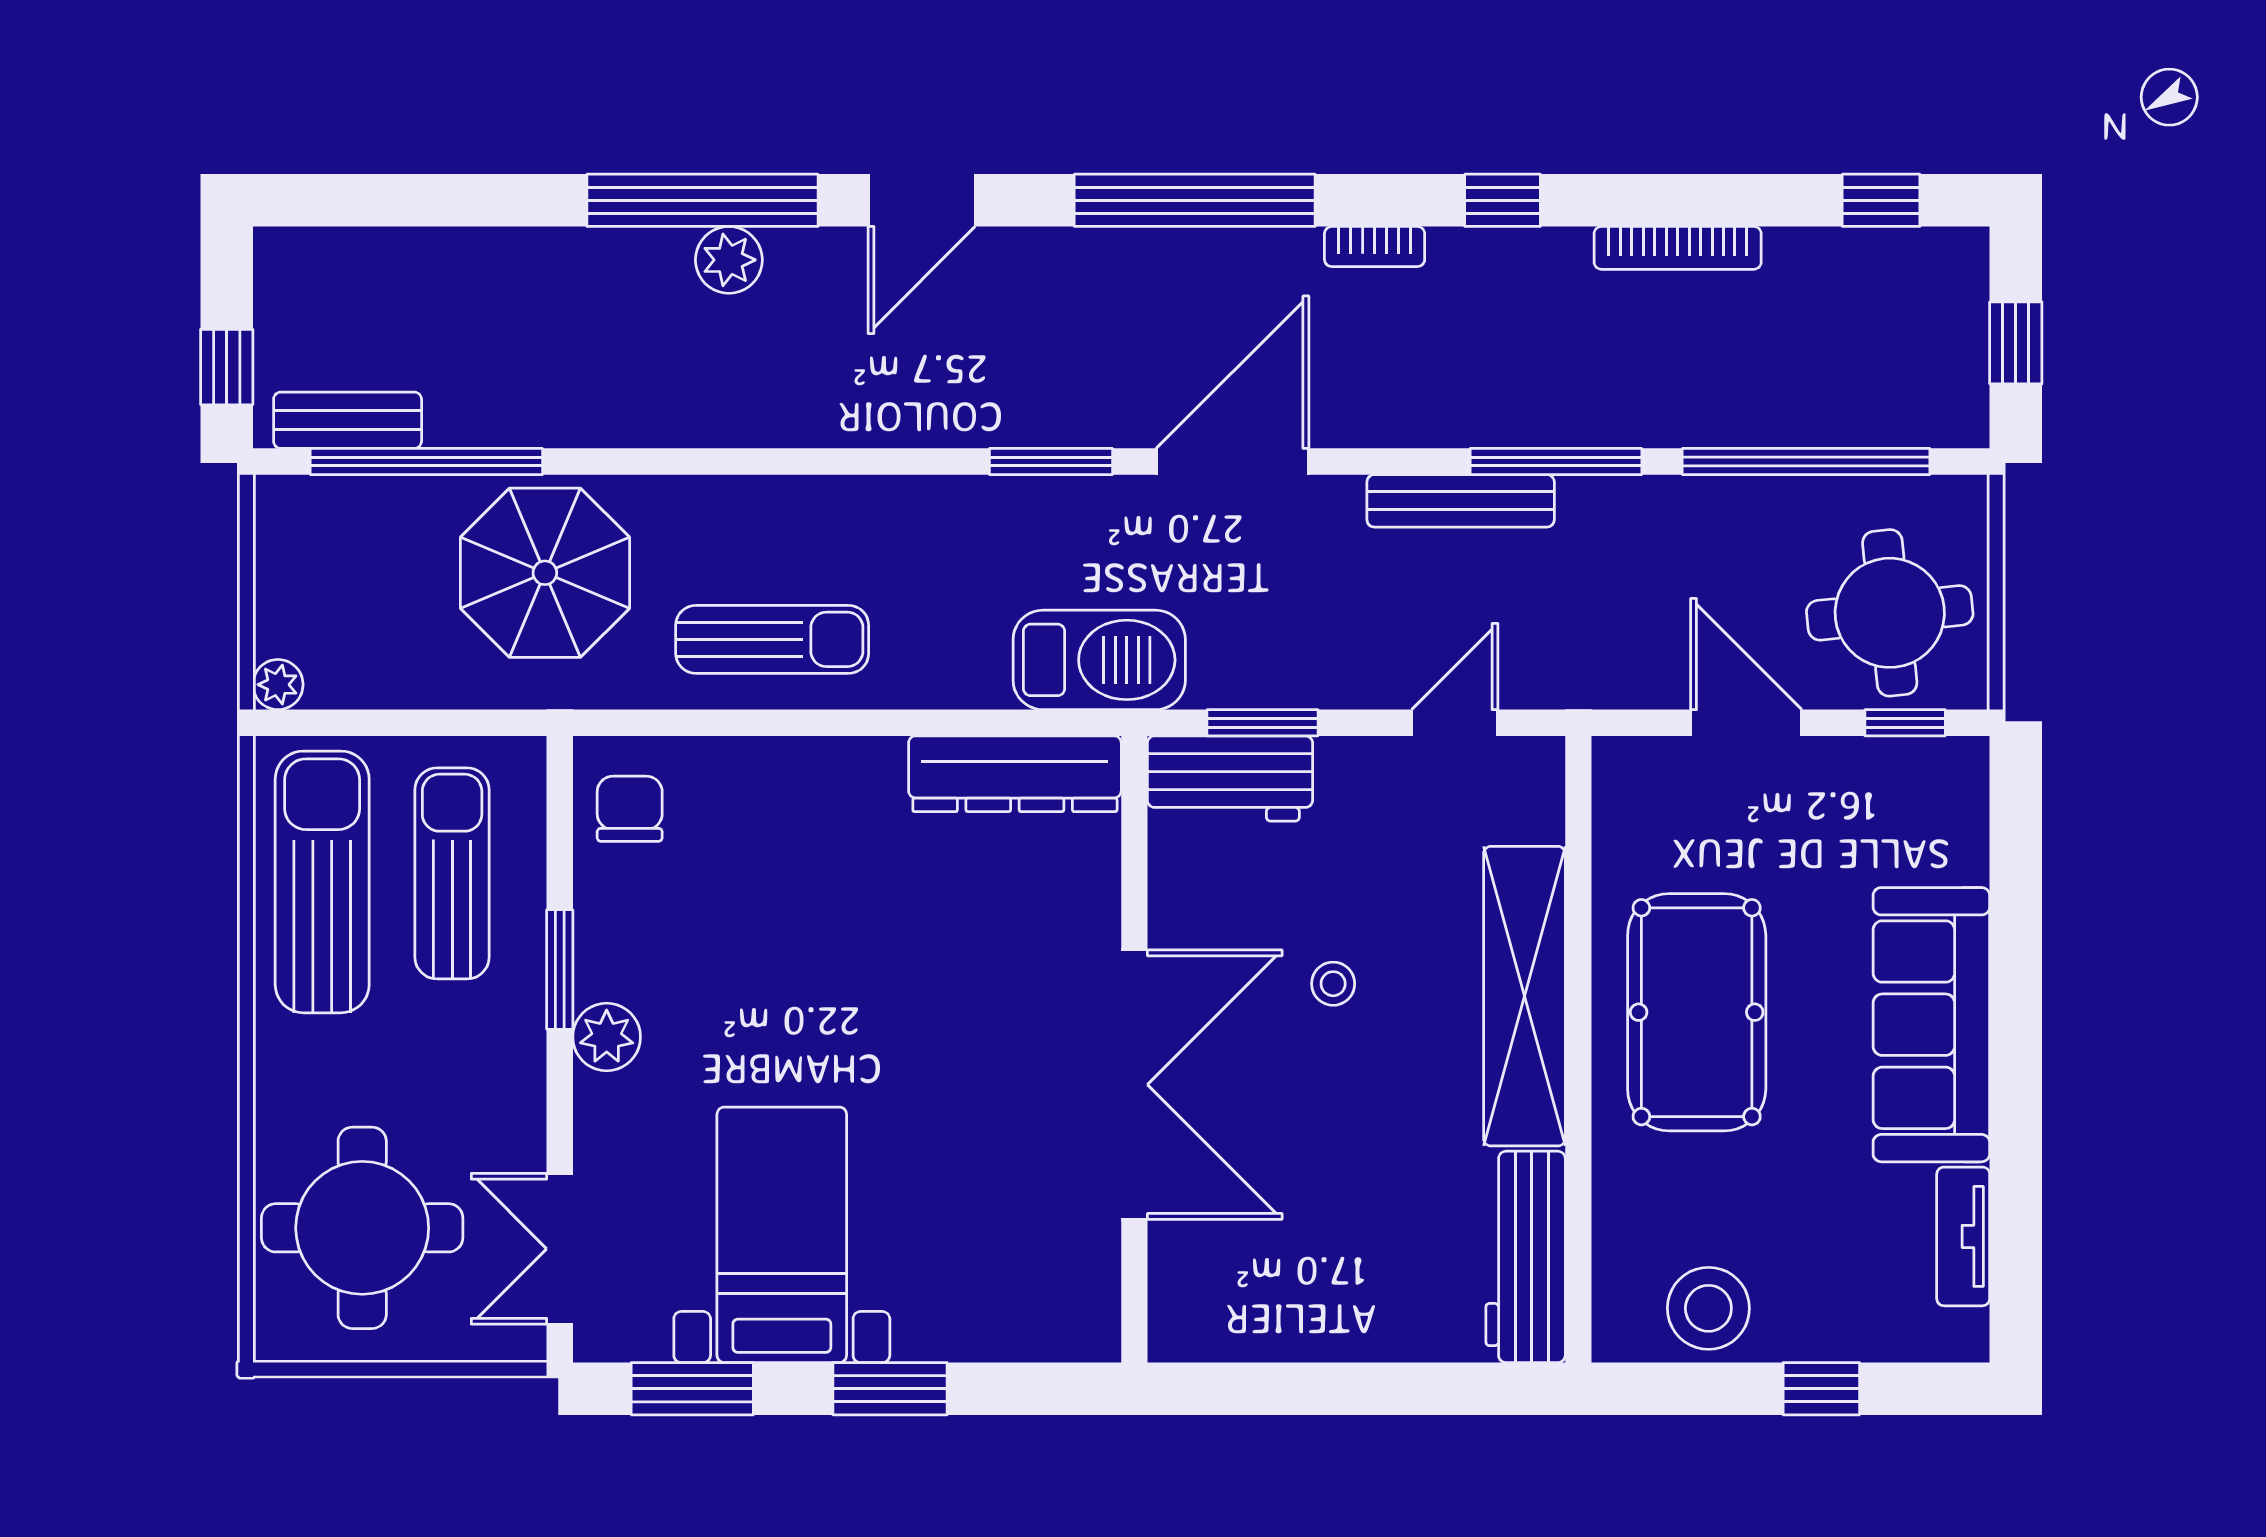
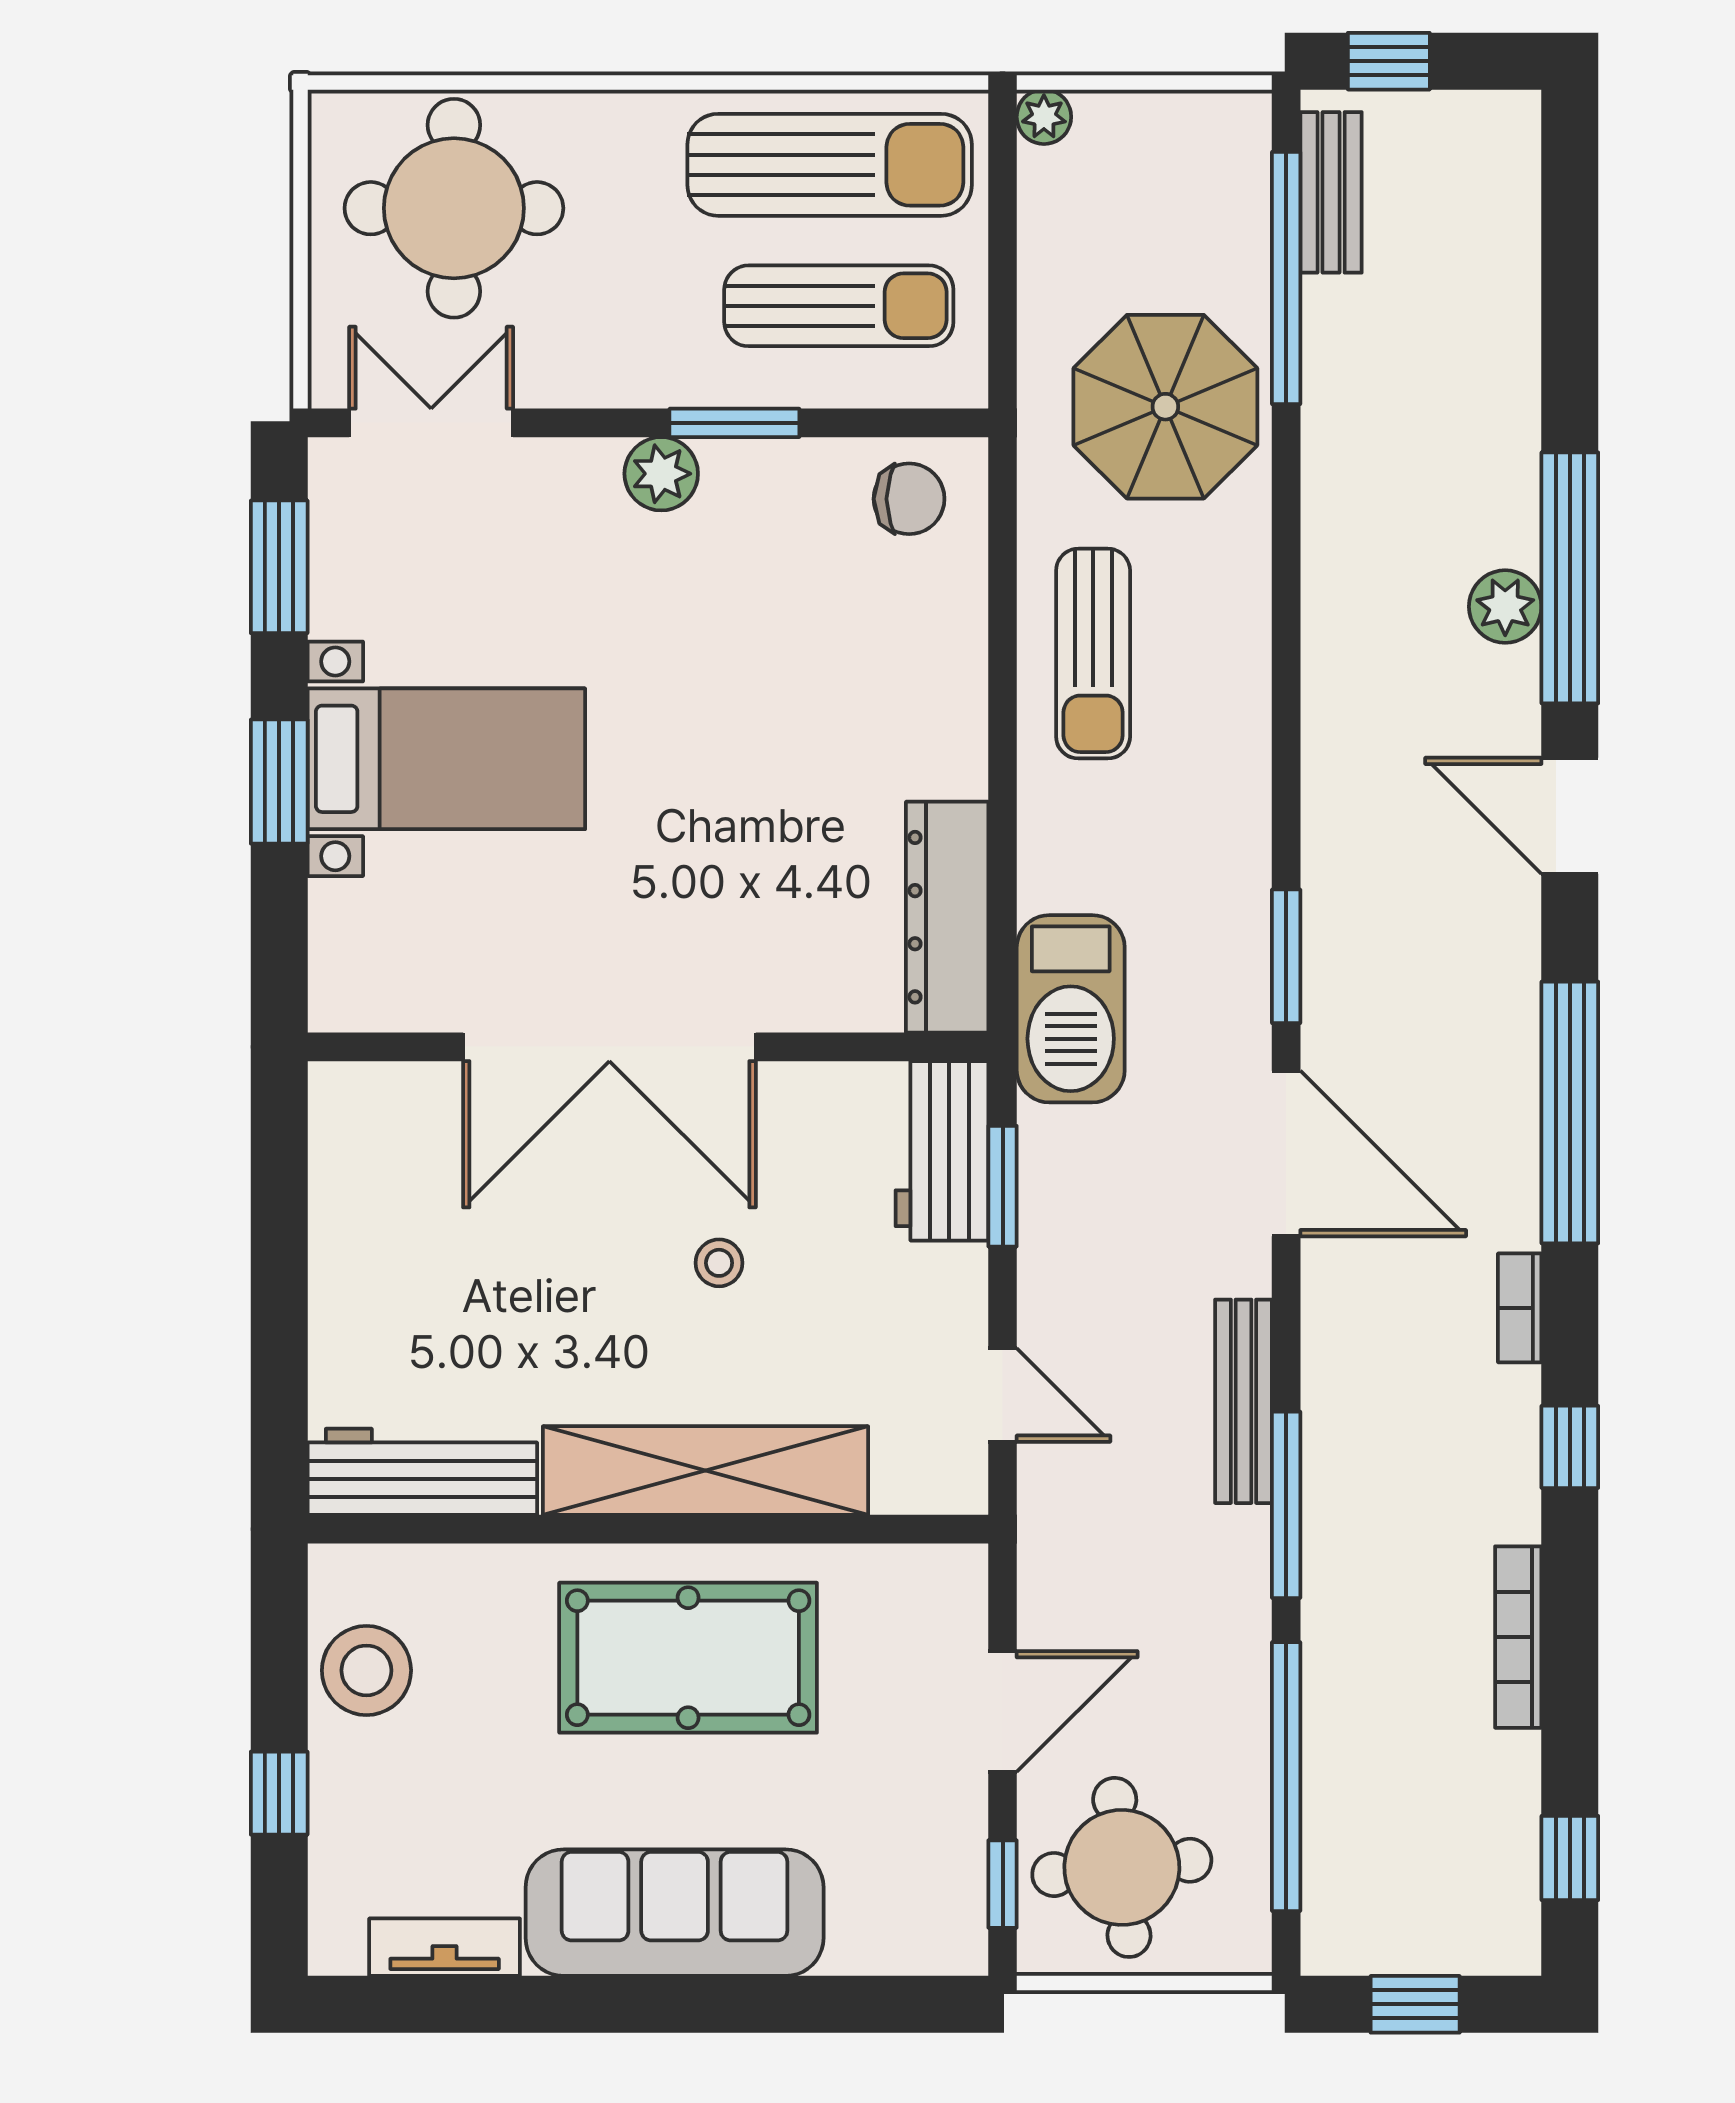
bed with nightstands: (782, 1235) -> (446, 759), moved

